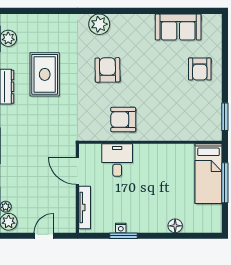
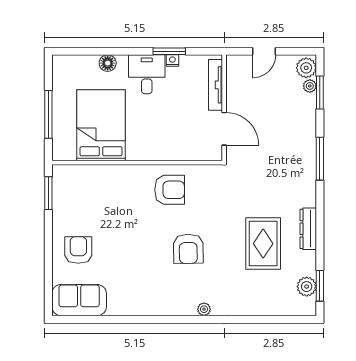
plant: (99, 24) -> (204, 309), width x0.53, depth x0.53
sofa: (178, 27) -> (79, 300), moved
desk: (117, 160) -> (147, 74), moved, turned 180
bed: (208, 174) -> (101, 125), moved, width x1.50

